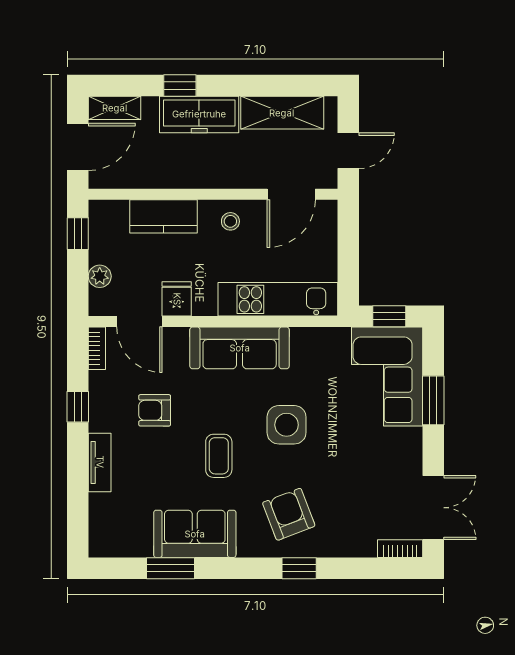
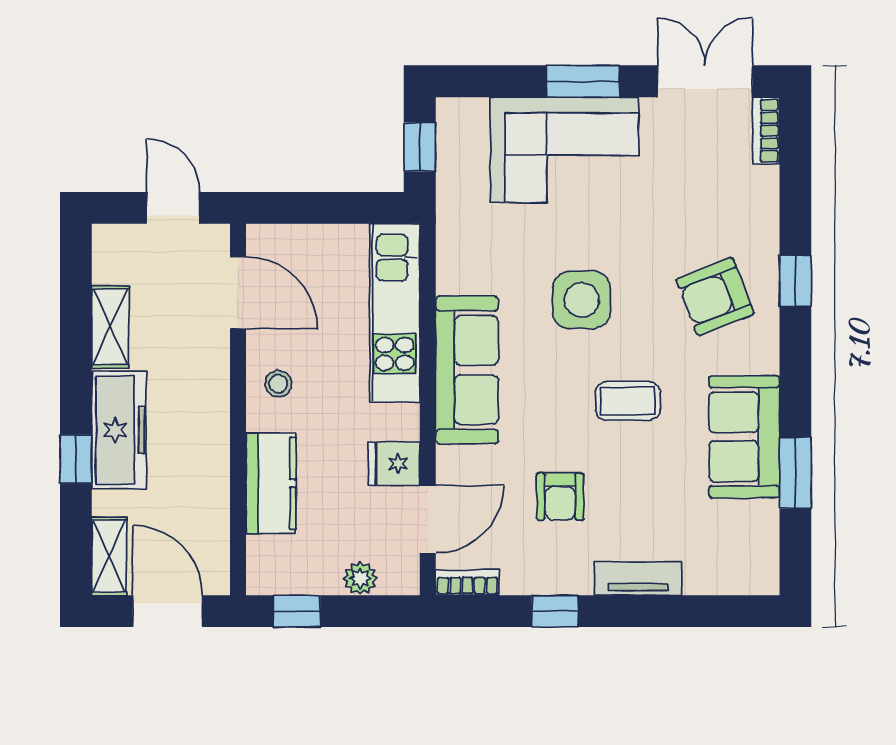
shelving: (282, 113) -> (110, 327), width x0.67, depth x0.75
corner sofa: (387, 376) -> (564, 150), moved
window: (433, 400) -> (583, 81), moved

